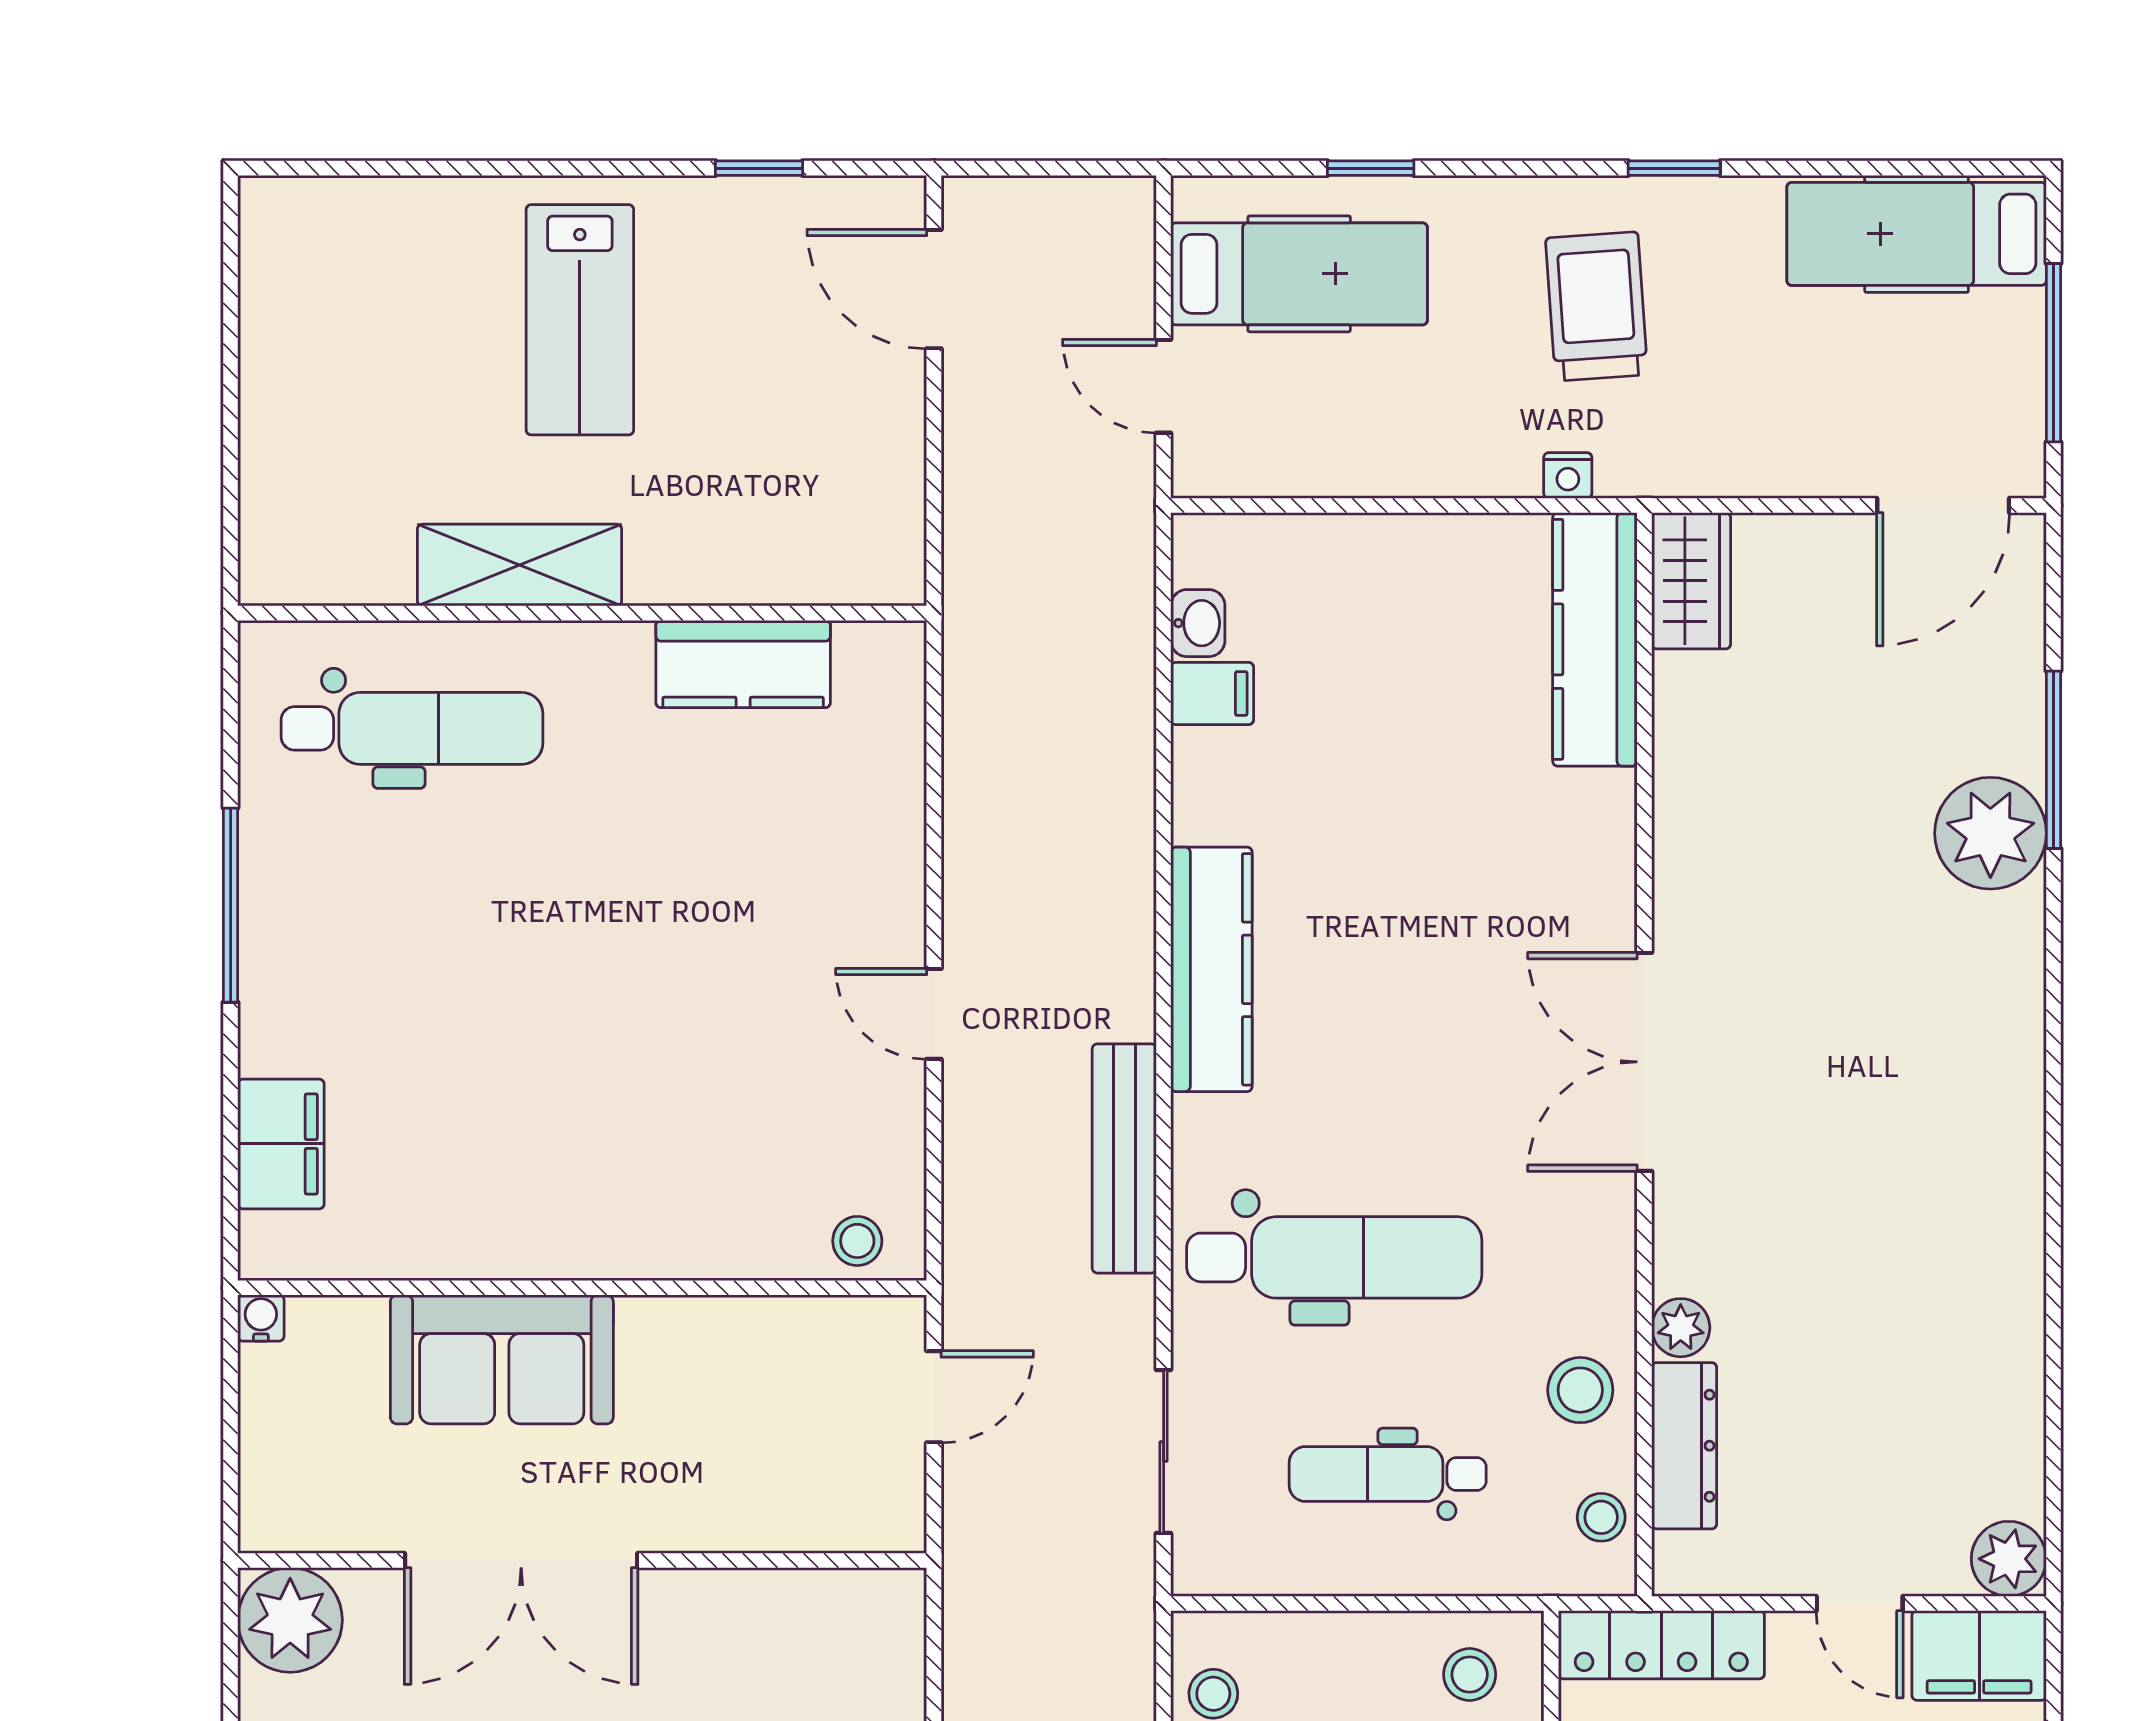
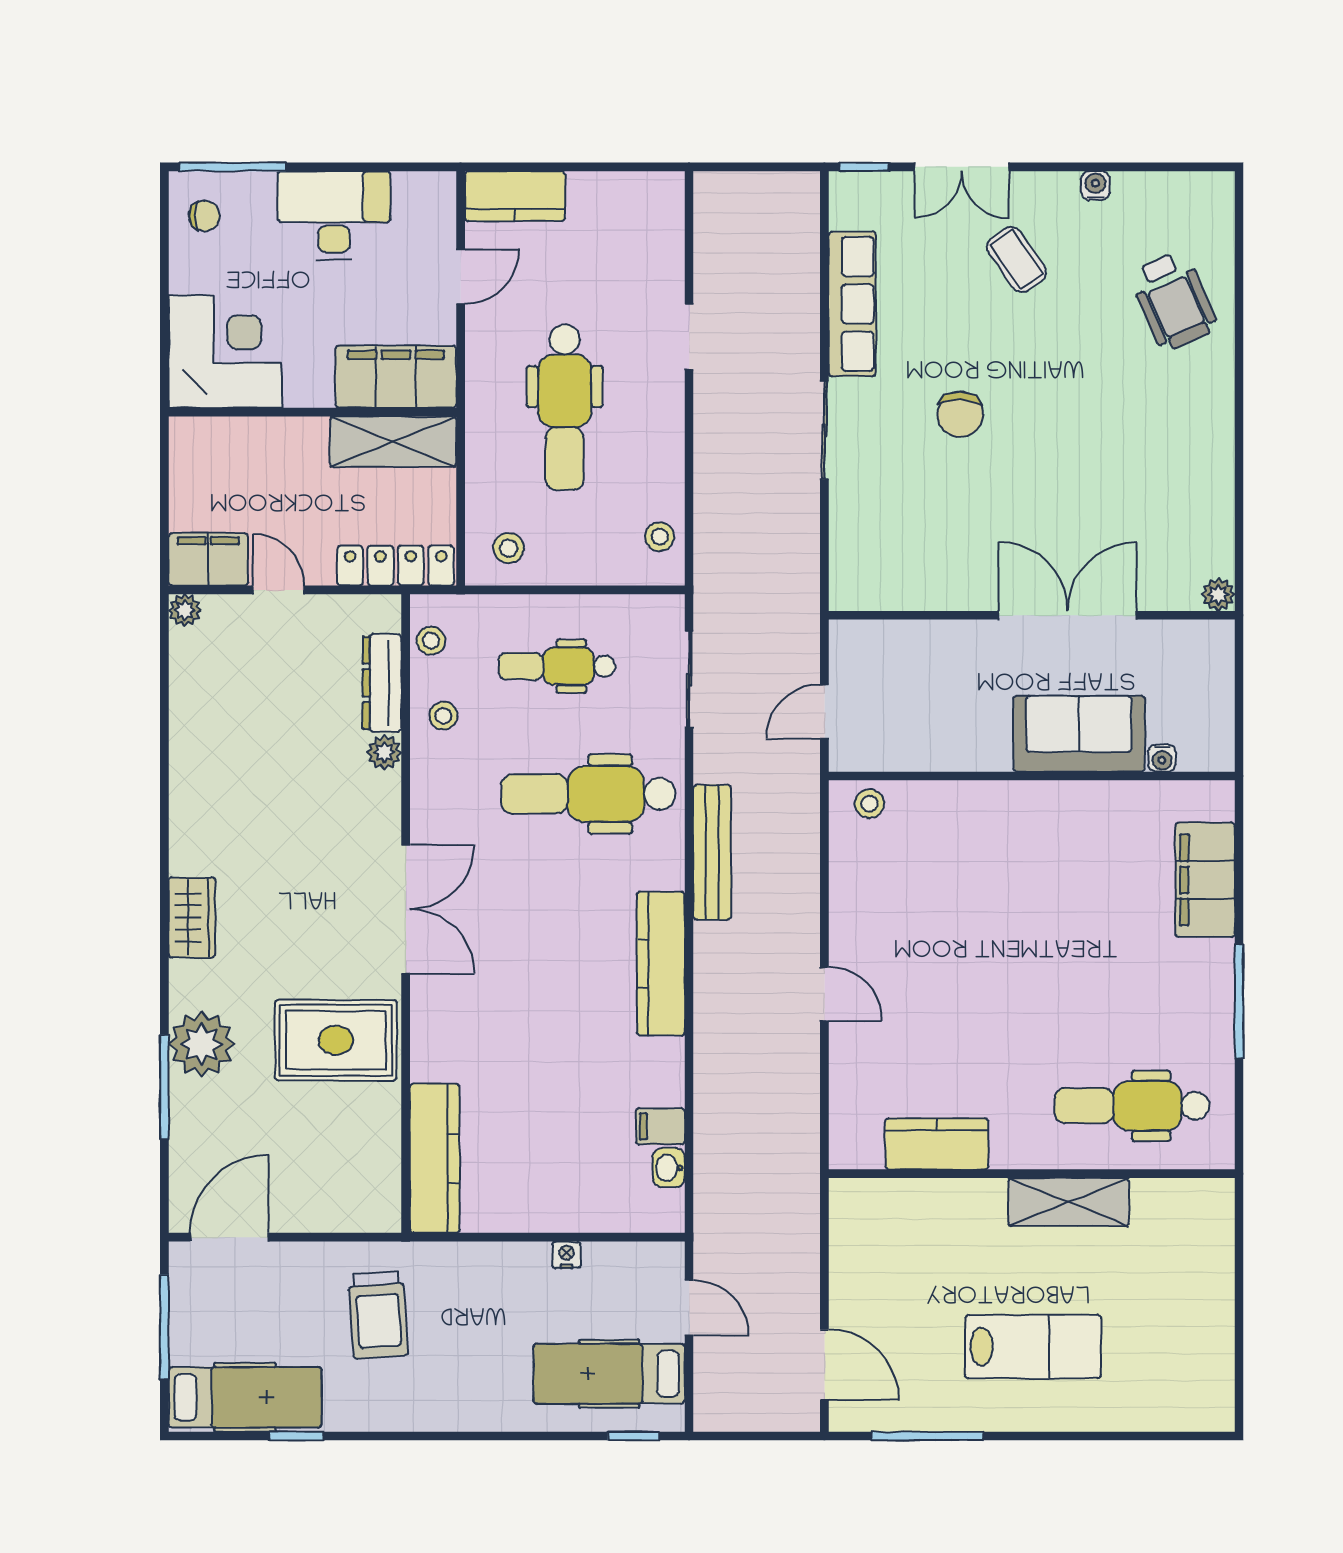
window: (759, 168) -> (927, 1436), width x2.17
window: (1371, 168) -> (633, 1436), moved
window: (1674, 168) -> (296, 1436), moved
trolley: (1597, 306) -> (378, 1315), moved
lab bench: (580, 320) -> (1033, 1347), turned 90
nightstand: (1568, 475) -> (566, 1255), moved
wardrobe: (1691, 581) -> (192, 917), moved, turned 180
rug: (1763, 840) -> (336, 1040), added
door: (934, 1014) -> (824, 994), moved
filing cabinet: (281, 1144) -> (1205, 880), width x1.50, depth x1.17
water cooler: (261, 1318) -> (1162, 758), moved
stool: (1580, 1390) -> (443, 716), width x0.73, depth x0.73
dental chair: (1388, 1474) -> (557, 666), turned 180
plant: (2009, 1559) -> (185, 610), width x0.73, depth x0.73
plant: (290, 1620) -> (1218, 595), width x0.53, depth x0.53

